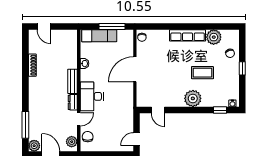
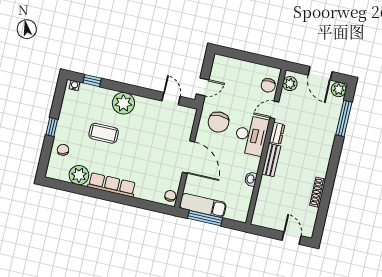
exam couch: (99, 36) -> (203, 205), moved
door: (135, 69) -> (189, 157), hinge flipped
chair: (118, 101) -> (218, 122), added
door: (136, 139) -> (203, 87), moved

